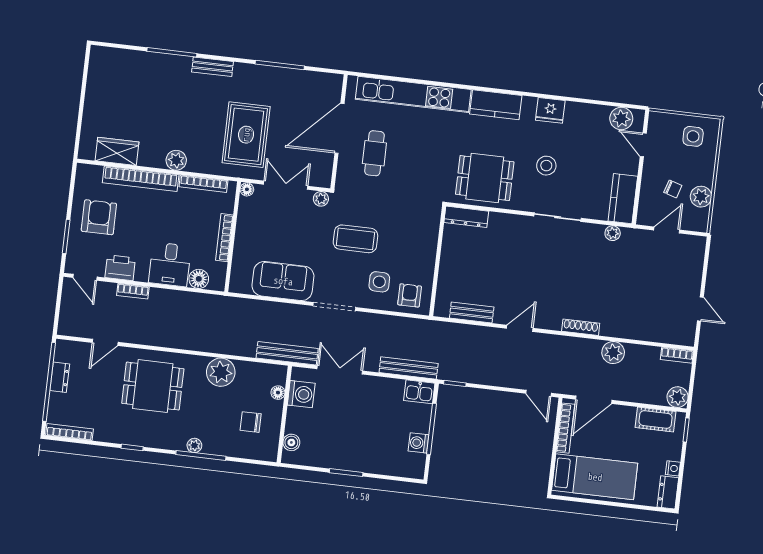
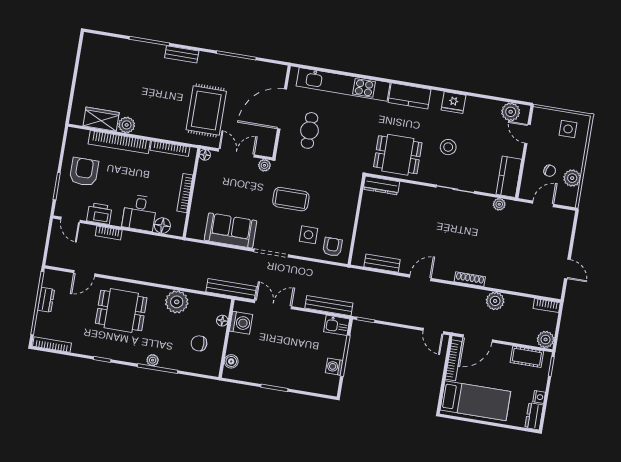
plant: (176, 160) -> (127, 125), moved

